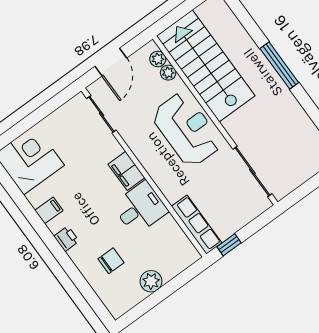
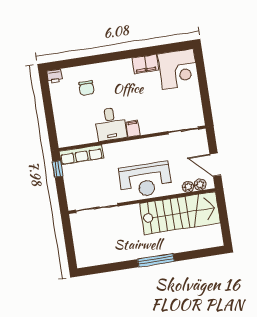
door: (111, 62) -> (215, 165), moved
filing cabinet: (126, 171) -> (133, 128), width x0.50
filing cabinet: (49, 210) -> (145, 64), width x2.00
printer: (66, 239) -> (55, 76), moved
plant: (151, 281) -> (60, 107), removed

